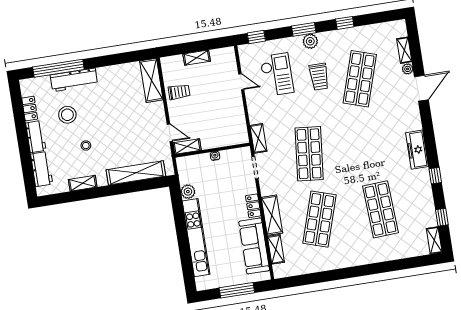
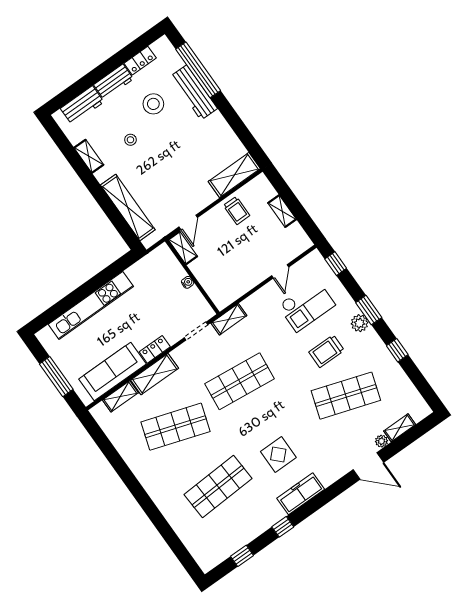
display table: (379, 152) -> (278, 455), added
plant: (188, 192) -> (135, 273), removed
shelving: (434, 240) -> (213, 560), removed

